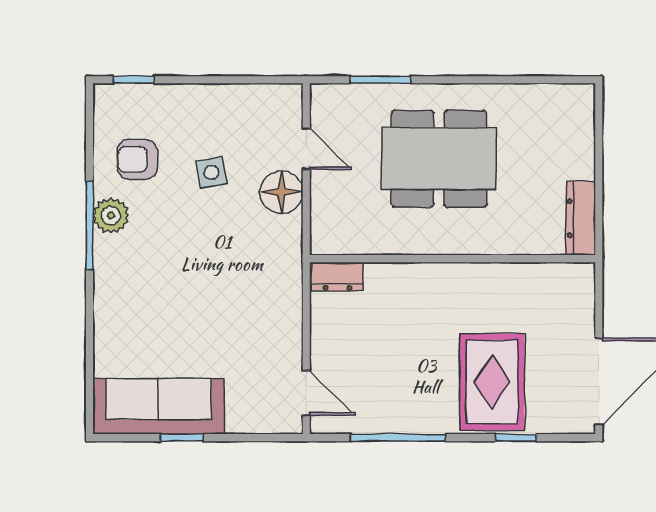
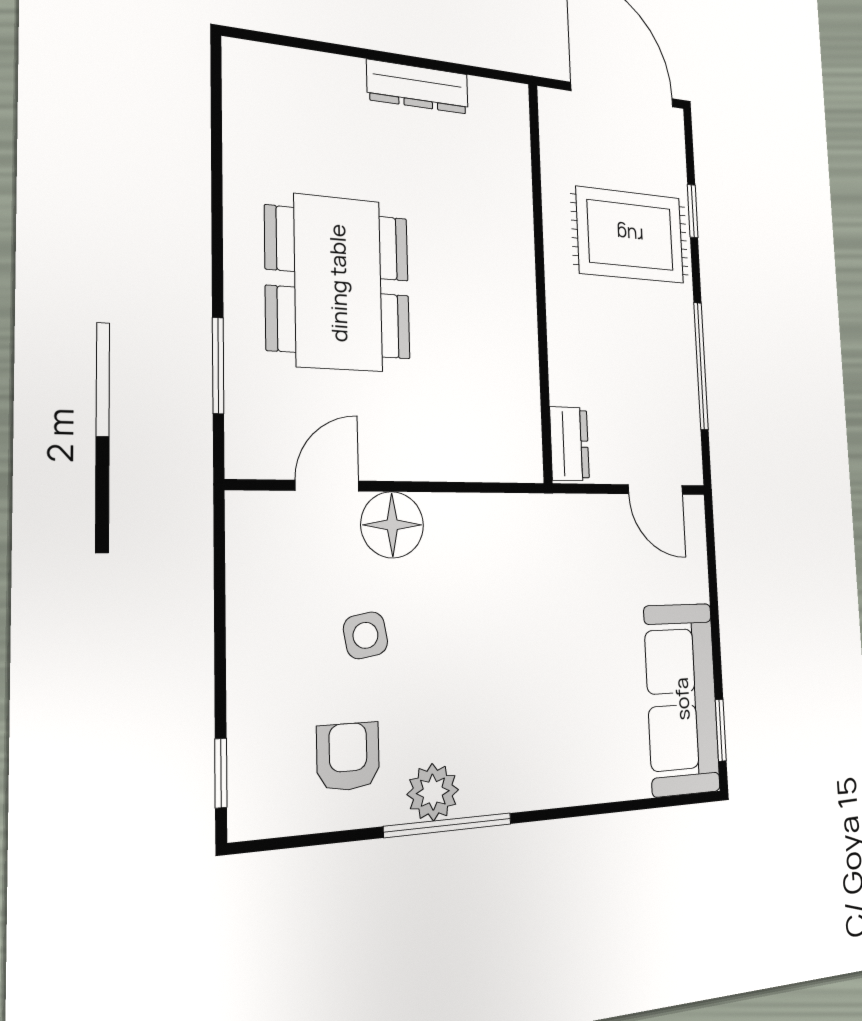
armchair: (137, 159) -> (348, 757), turned 180
wall: (453, 259) -> (540, 280), moved
dresser: (338, 277) -> (569, 444), moved
door: (306, 393) -> (656, 489), swing flipped
window: (182, 438) -> (721, 730), moved

